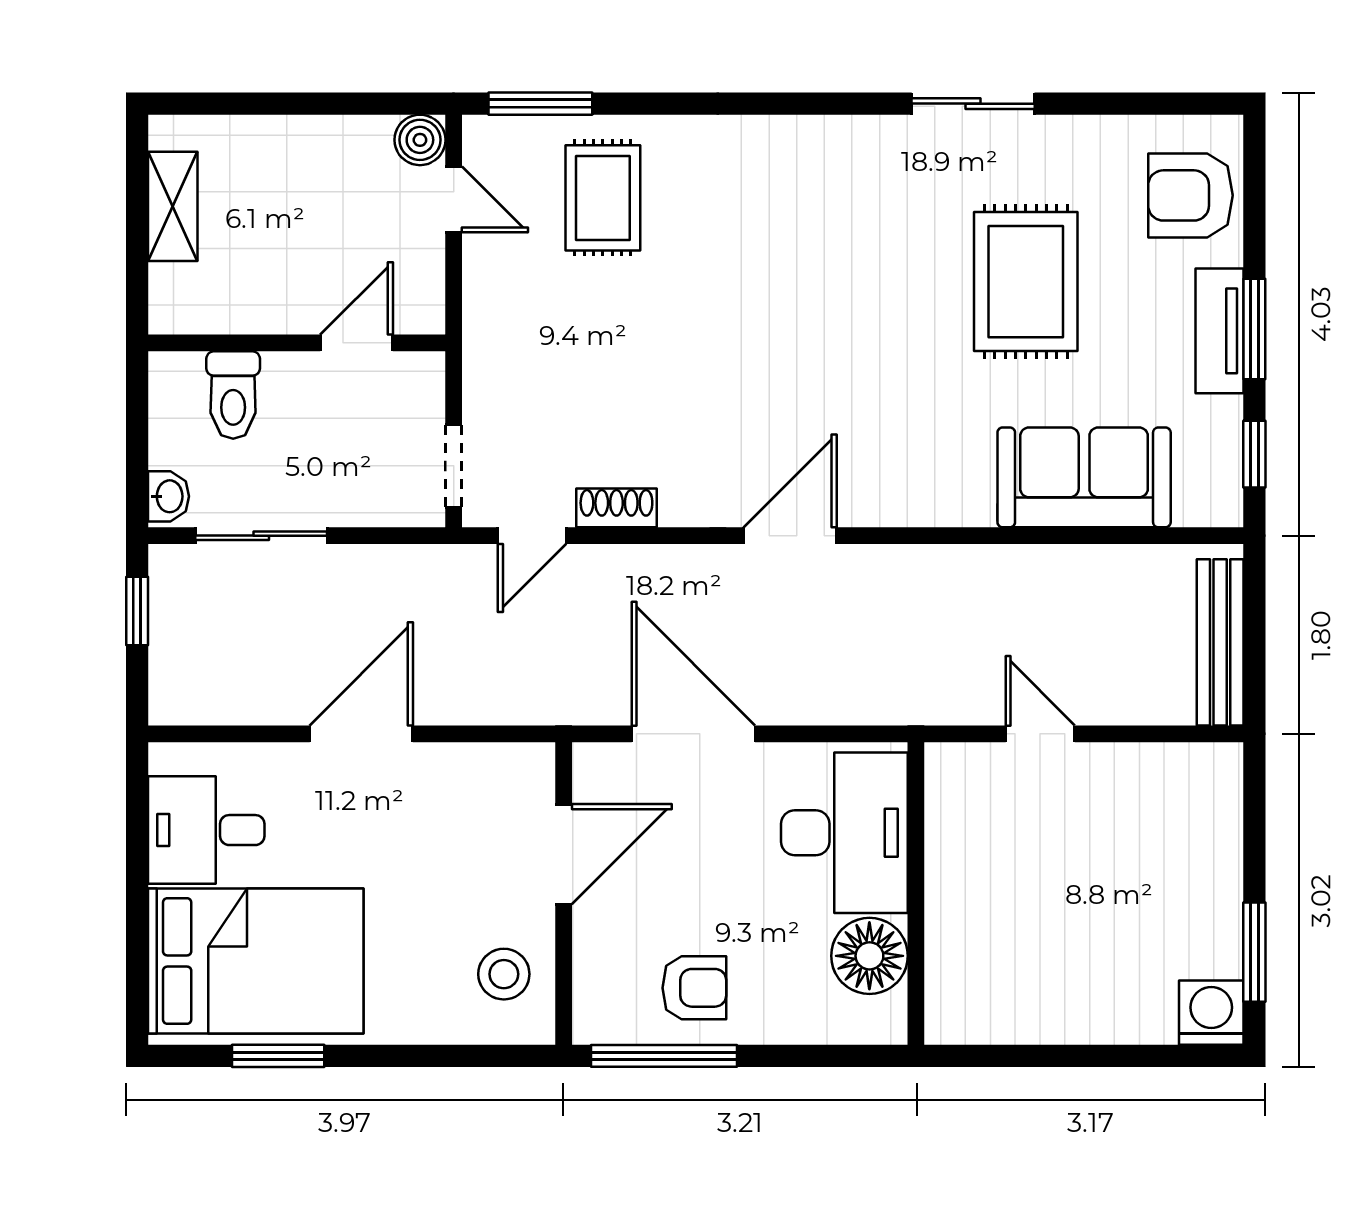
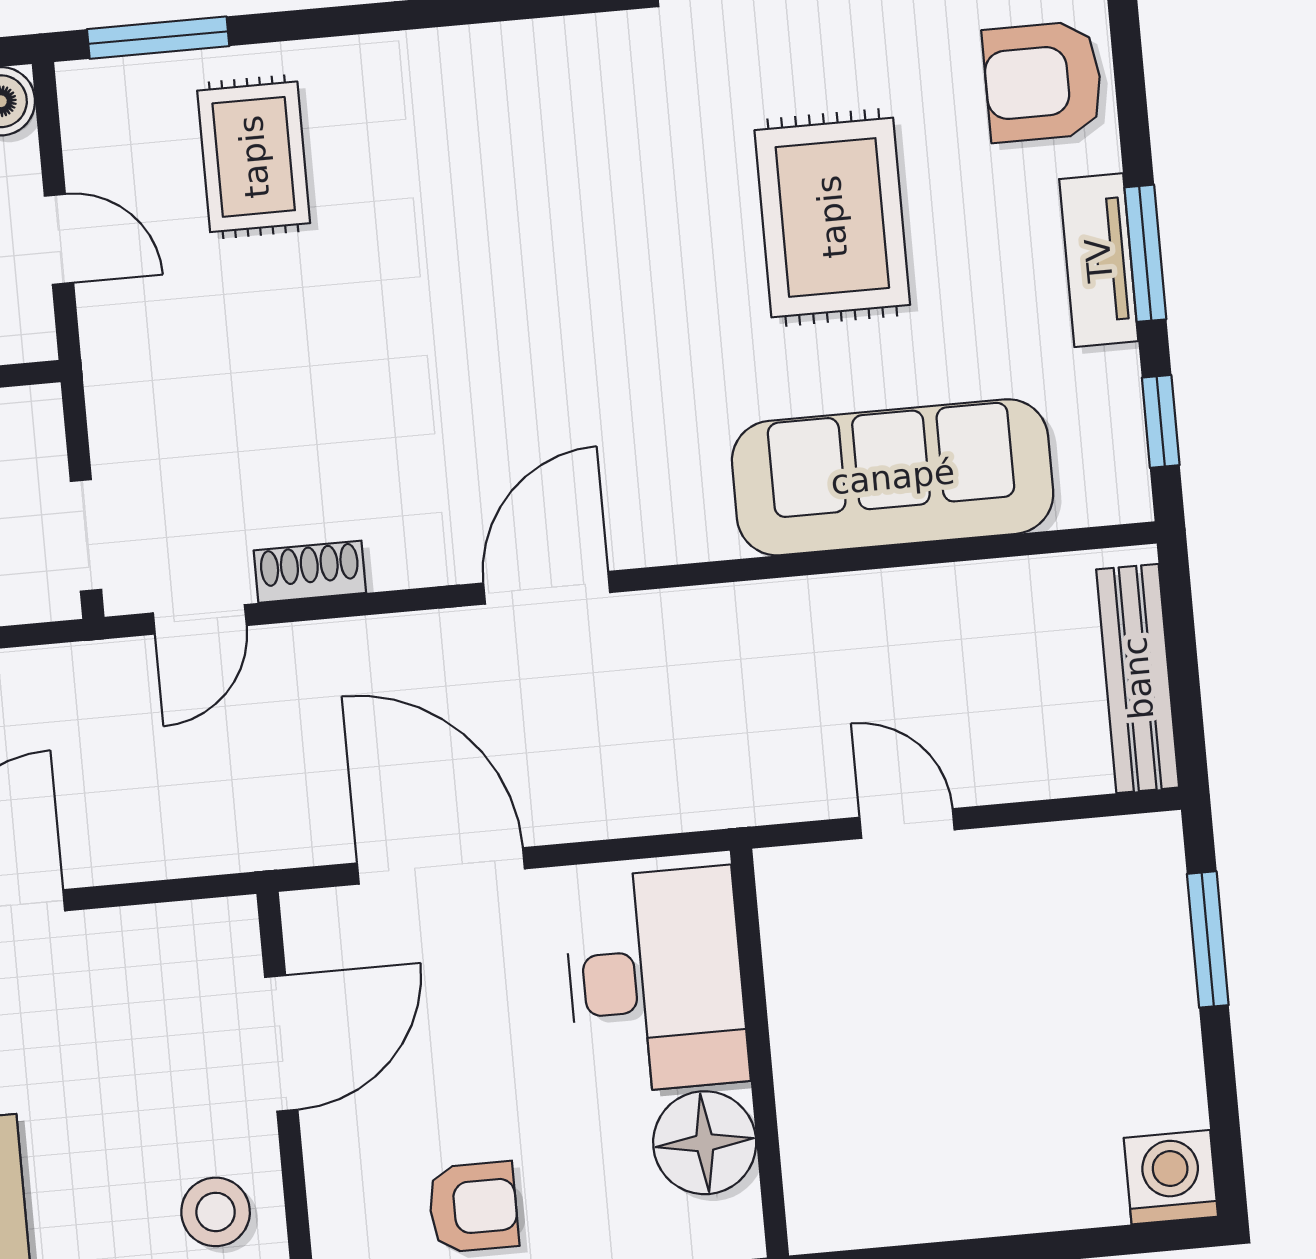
door: (454, 199) -> (59, 239), moved
sofa: (1084, 477) -> (893, 477), width x1.36
window: (1254, 952) -> (1208, 939), moved

